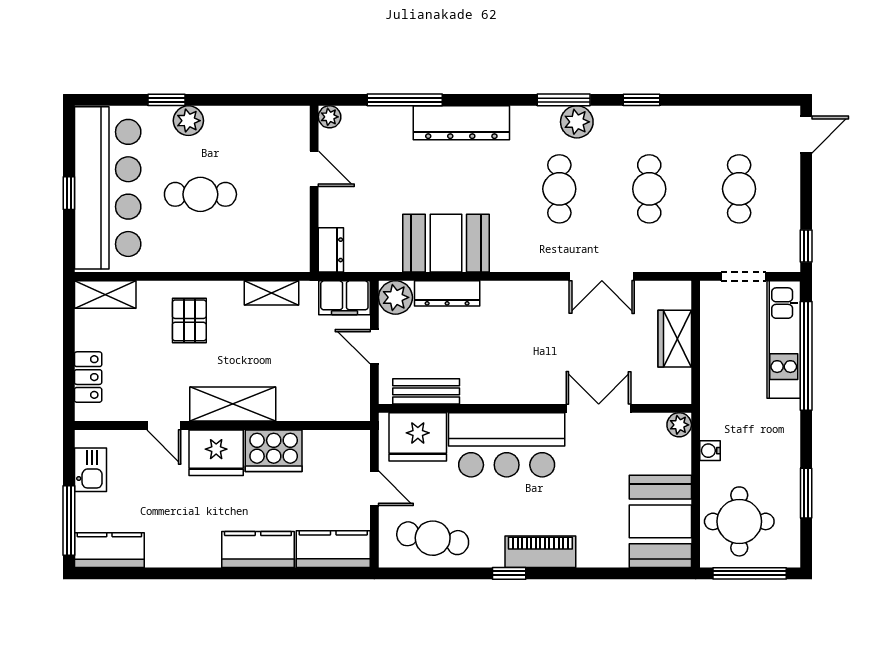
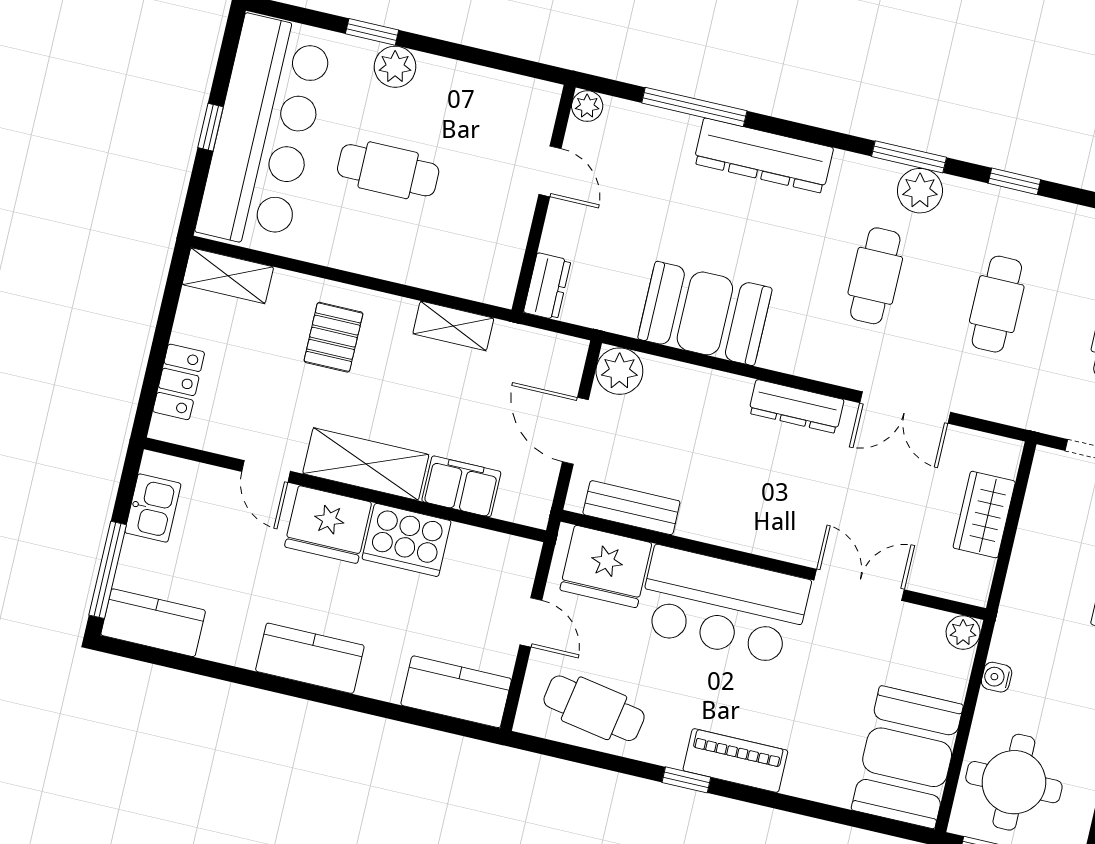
dresser: (447, 293) -> (796, 406), moved
filing cabinet: (344, 298) -> (461, 486), moved, turned 180
door: (374, 347) -> (575, 431), width x1.38
kitchen counter: (258, 549) -> (310, 658), moved

